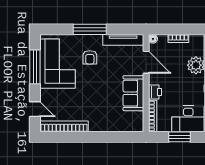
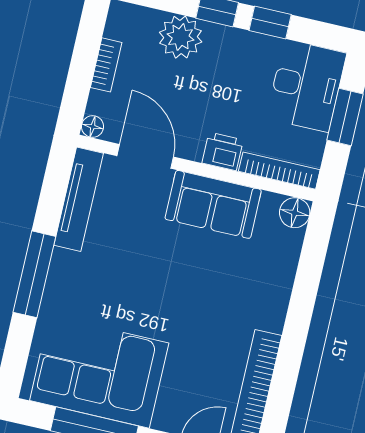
armchair: (90, 57) -> (102, 290), removed
door: (146, 62) -> (145, 156), hinge flipped
floor lamp: (137, 126) -> (295, 213), added

